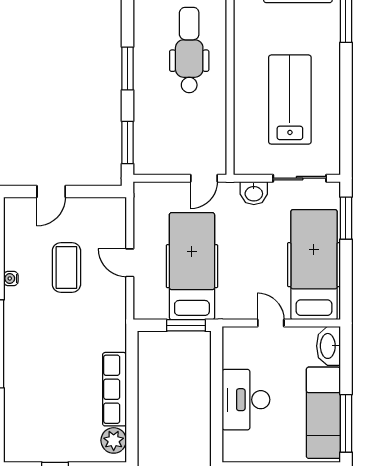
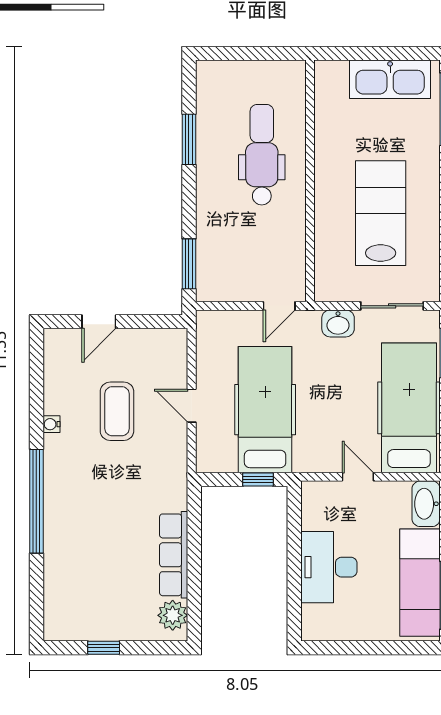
window: (127, 68) -> (189, 139), moved
window: (186, 325) -> (258, 479), width x0.67

